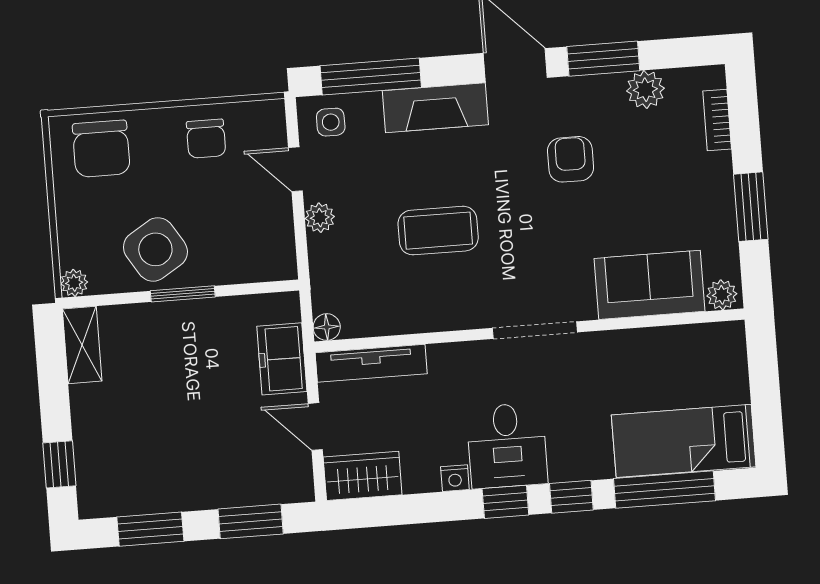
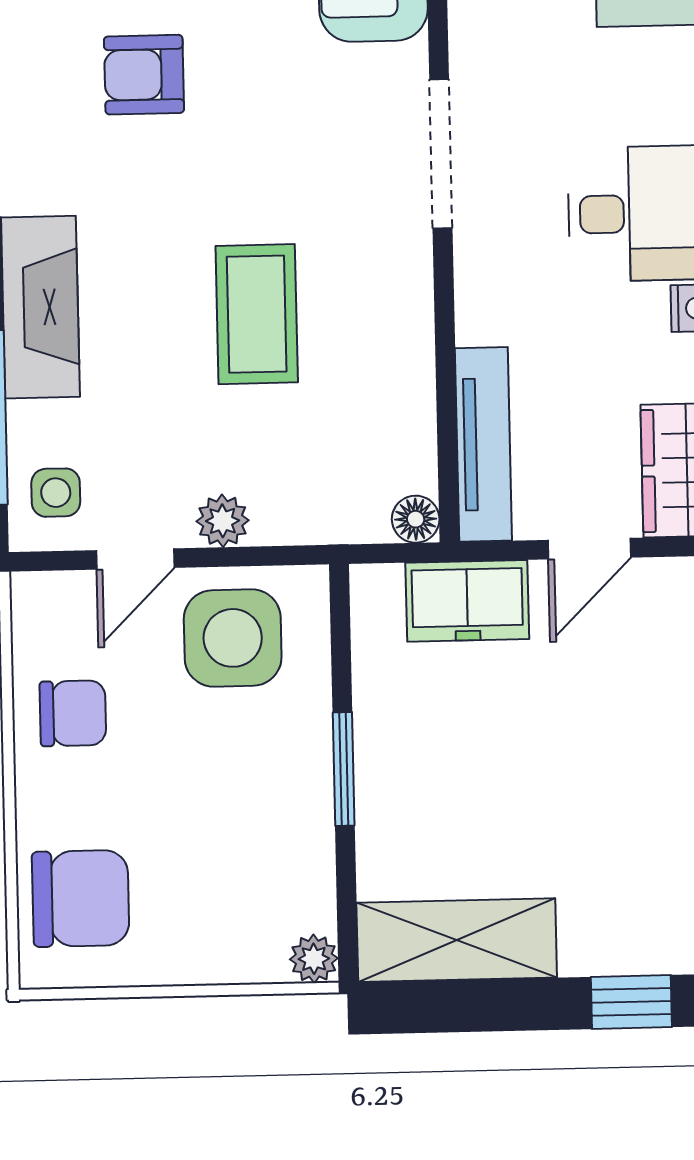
side table: (155, 249) -> (233, 638), moved, turned 32
shelving: (82, 345) -> (457, 940), width x1.50, depth x1.33

